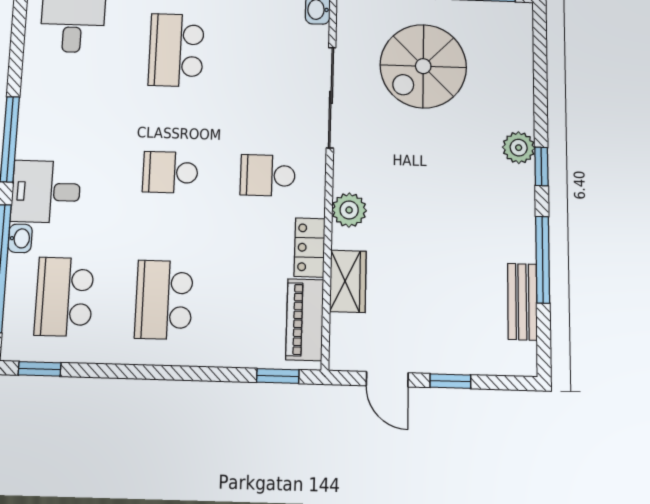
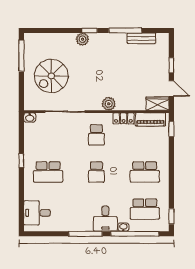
spiral stairs: (423, 66) -> (51, 76), turned 90
wardrobe: (348, 281) -> (158, 104), moved
door: (387, 379) -> (171, 88), hinge flipped

